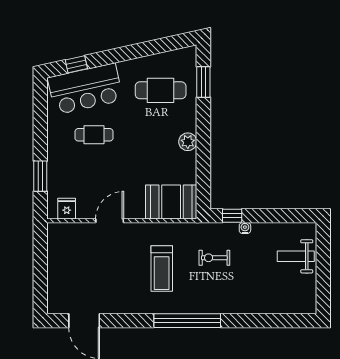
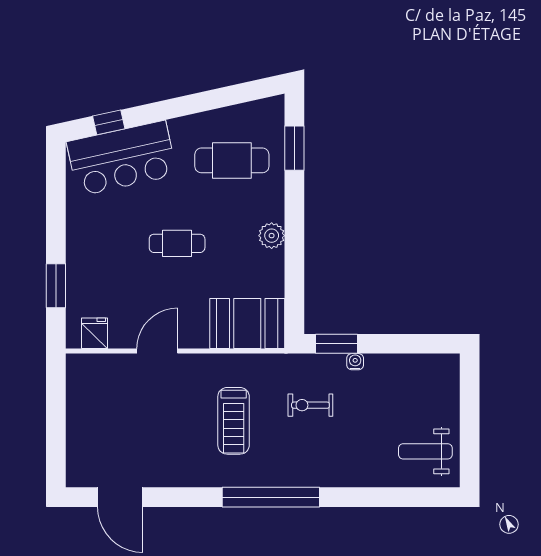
cafe table: (94, 135) -> (177, 243), moved
window: (232, 216) -> (336, 344), width x1.50
weight bench: (296, 256) -> (425, 451), moved

